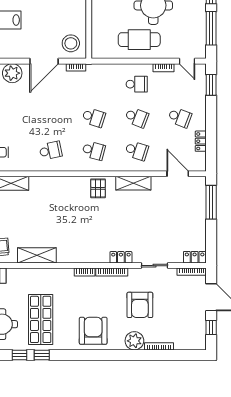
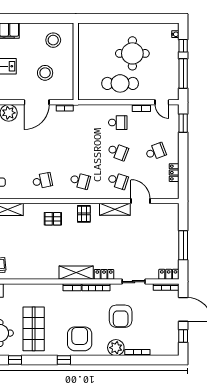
stool: (71, 43) -> (45, 73), moved
school desk: (94, 117) -> (80, 152), removed
school desk: (180, 117) -> (156, 152), turned -42
door: (178, 174) -> (140, 201), moved
pallet: (63, 194) -> (53, 219), added
window: (211, 202) -> (183, 245), moved
shelving: (37, 255) -> (76, 273), moved
window: (42, 355) -> (64, 360), moved

